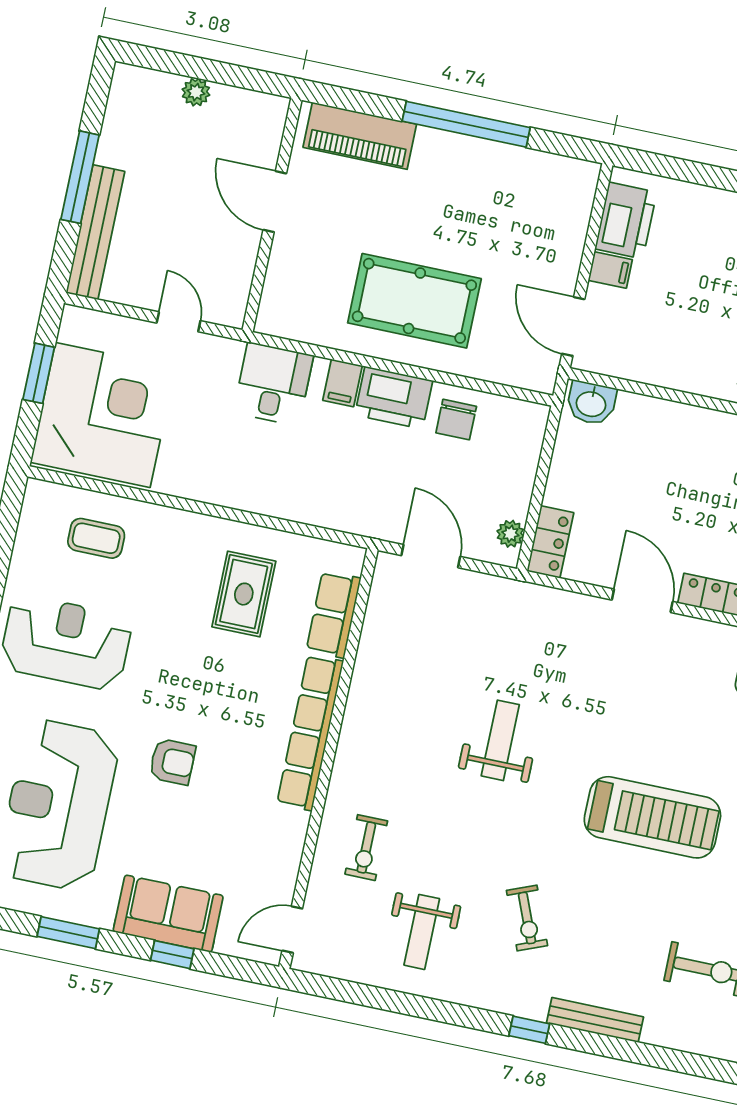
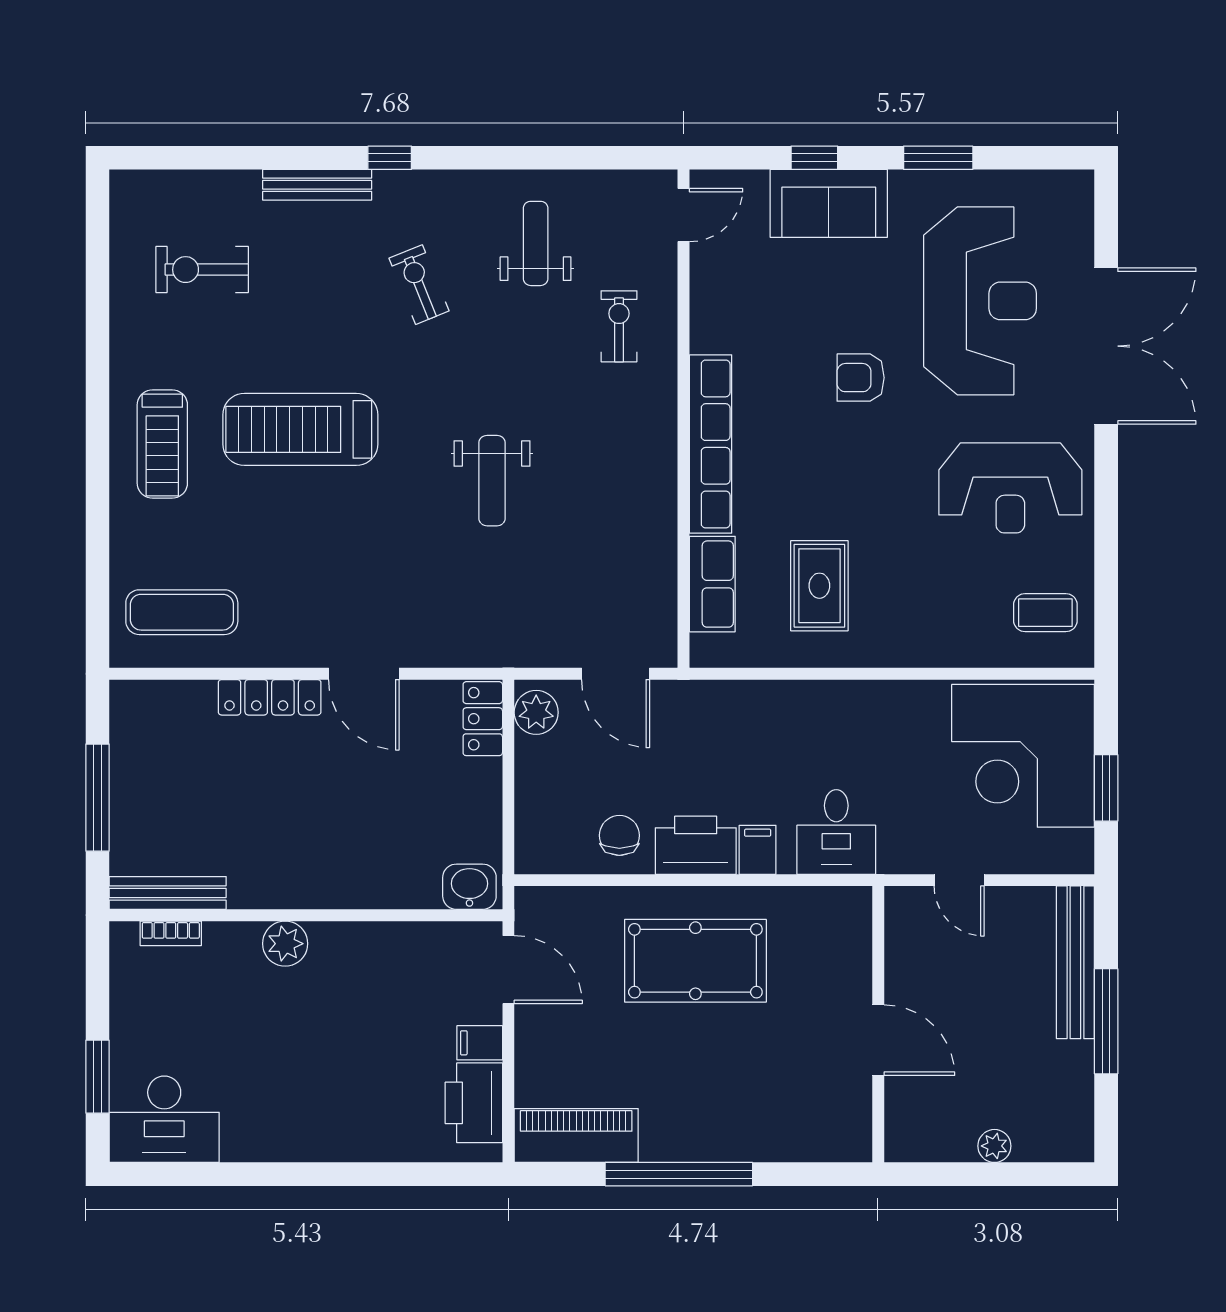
piano: (360, 136) -> (576, 1136), moved
plant: (510, 534) -> (536, 712), width x1.38, depth x1.38
coffee table: (96, 538) -> (1045, 613), moved

